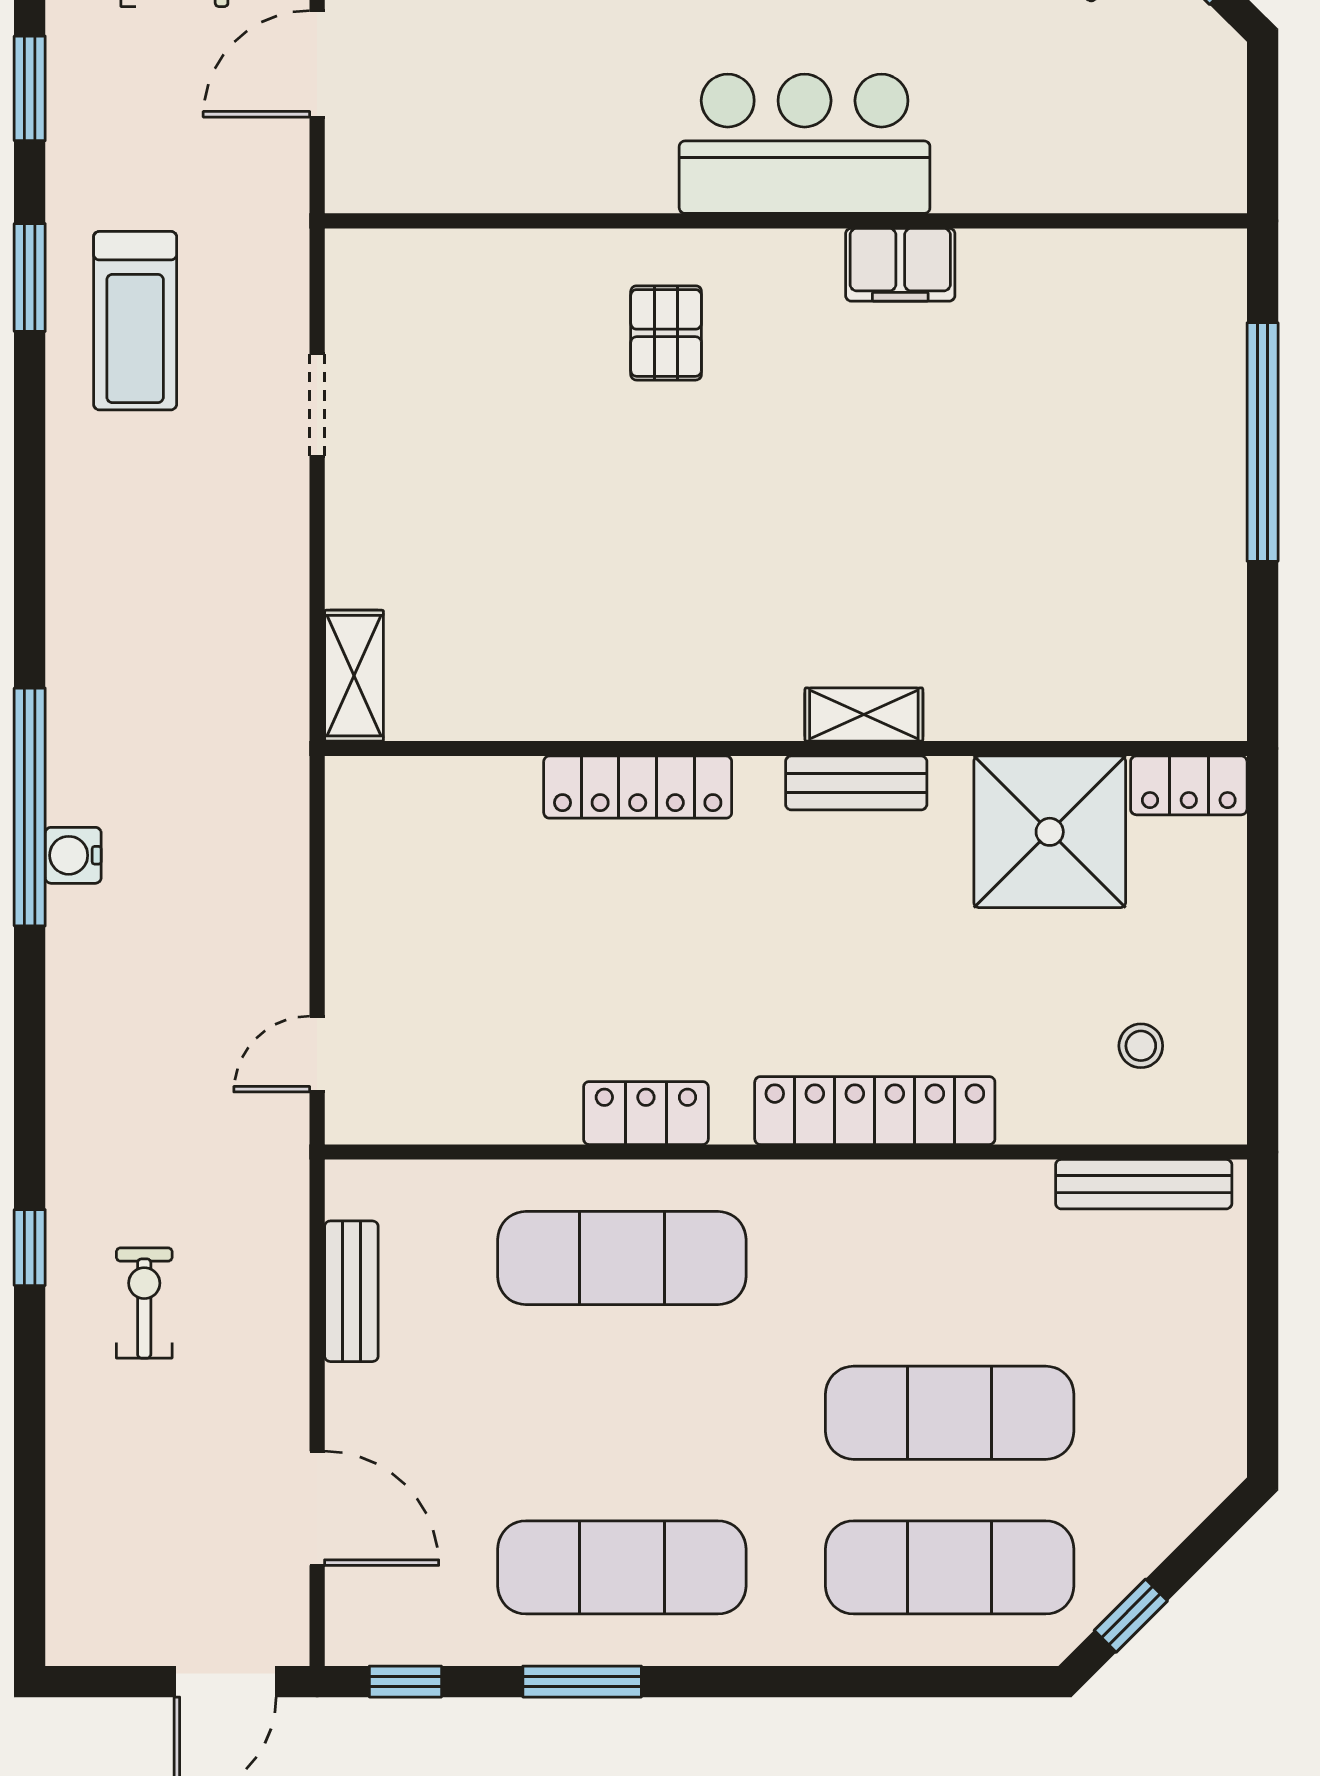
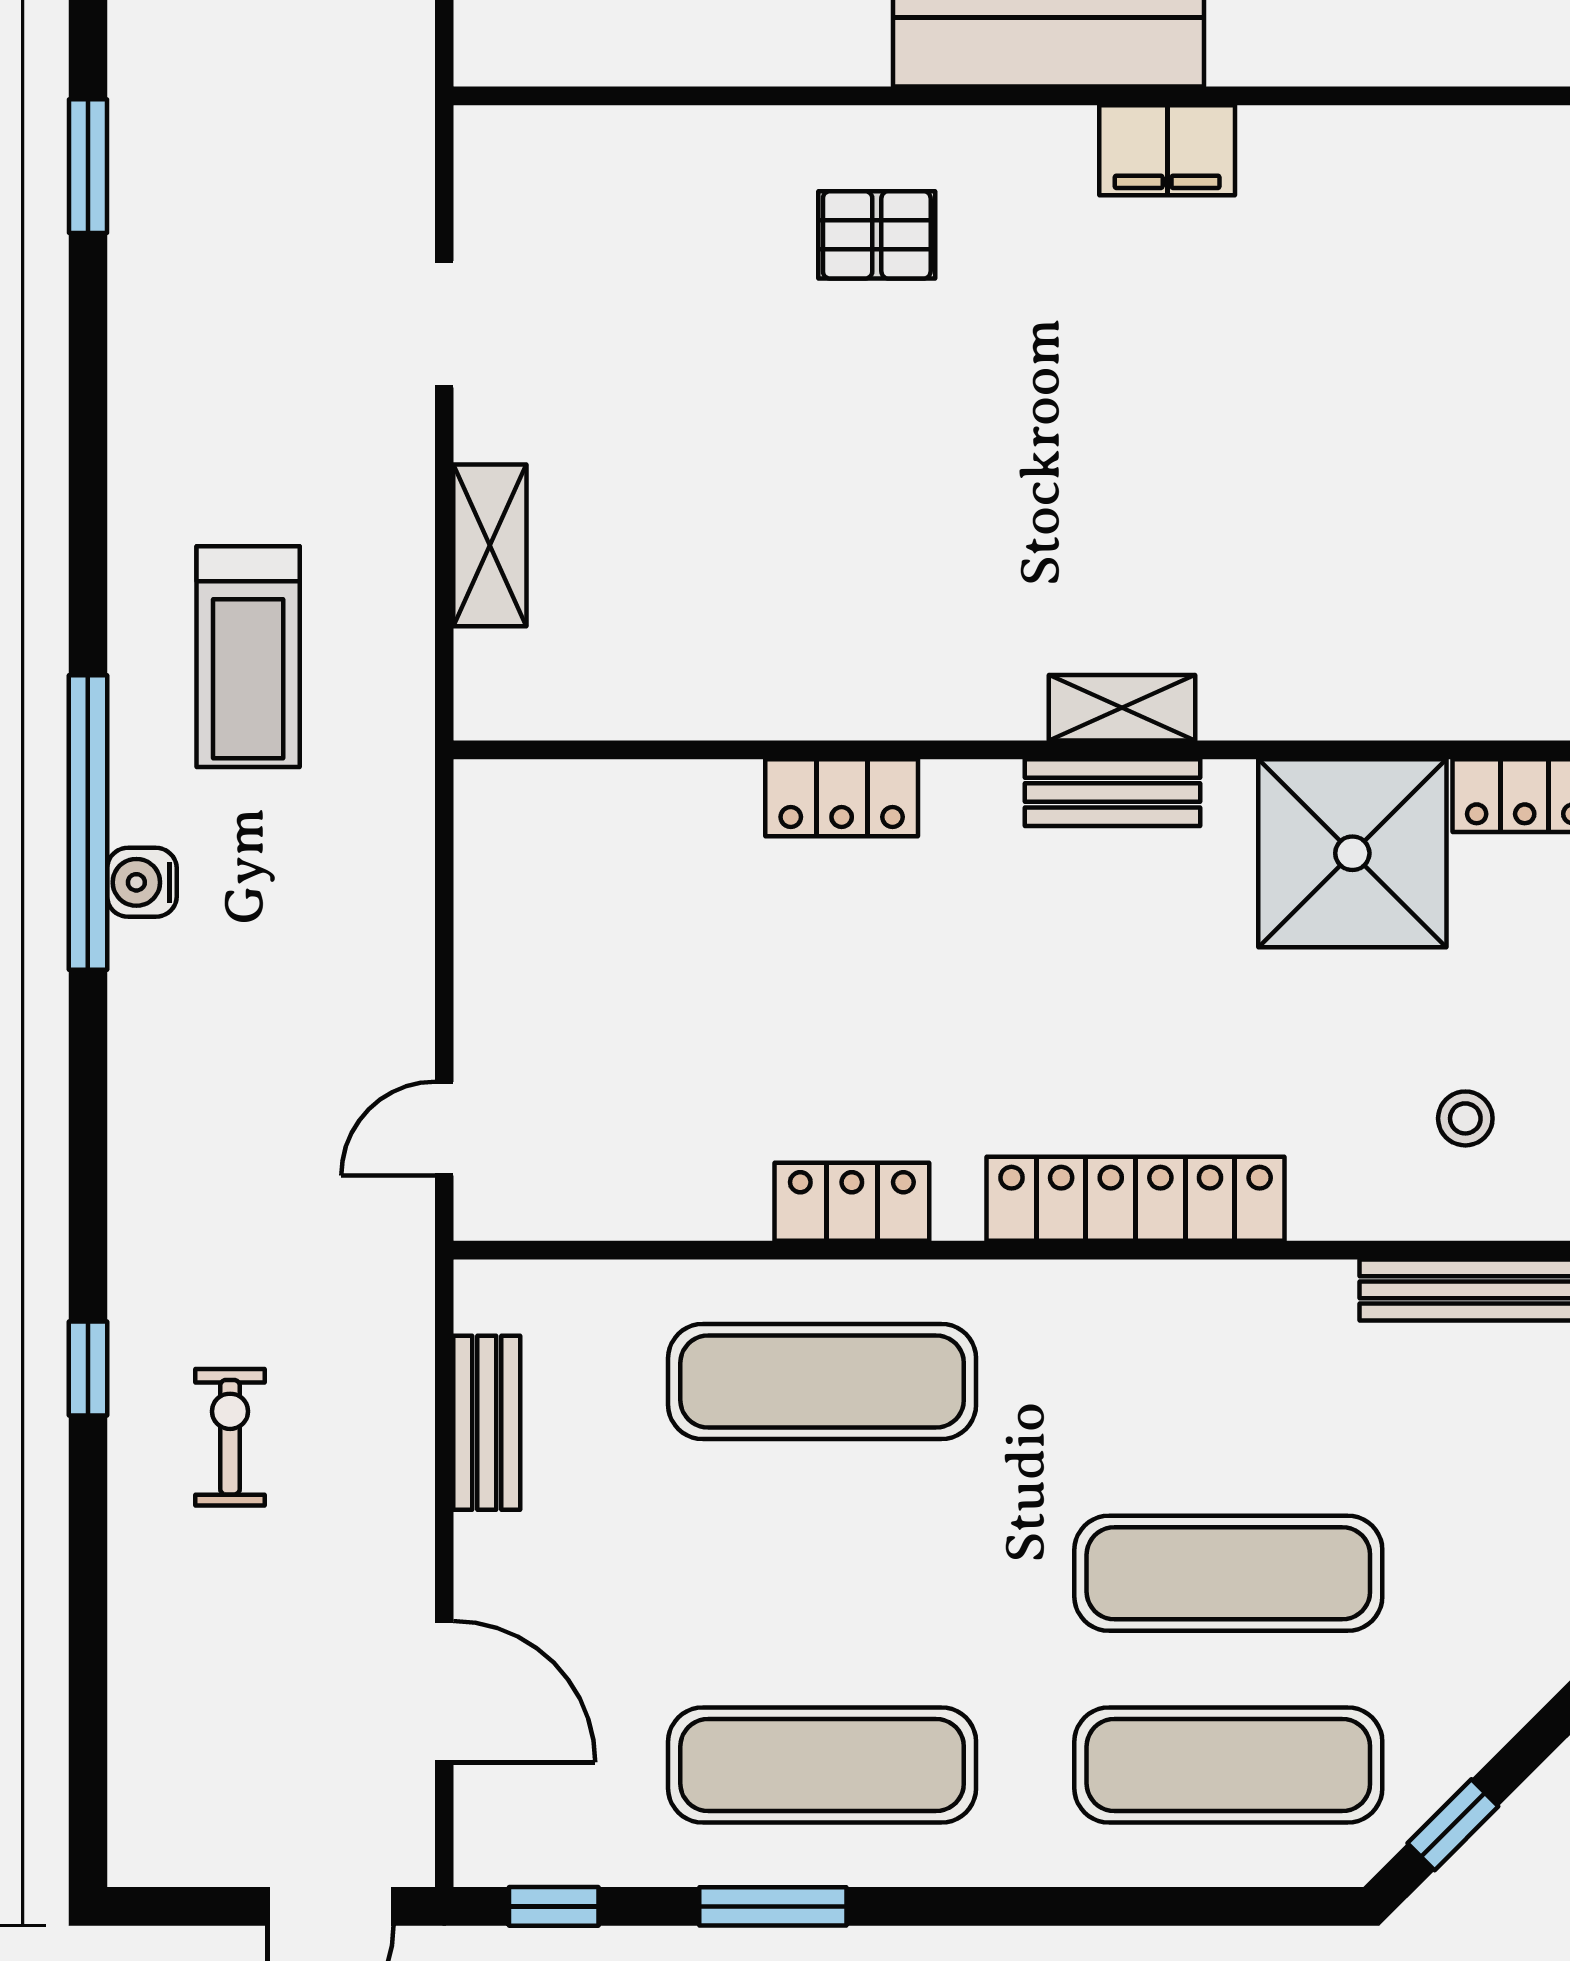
treadmill: (135, 321) -> (248, 657), moved
pallet: (666, 333) -> (877, 235), turned 90
shelving: (354, 676) -> (490, 545), moved
locker: (638, 787) -> (842, 798), width x0.66

